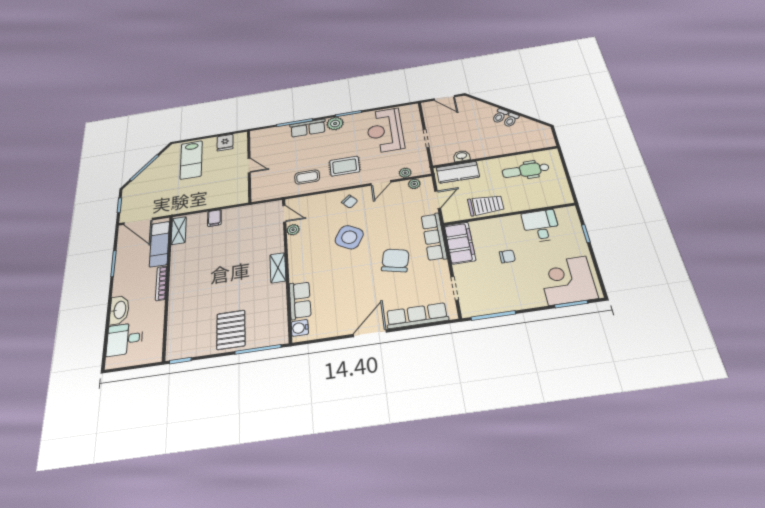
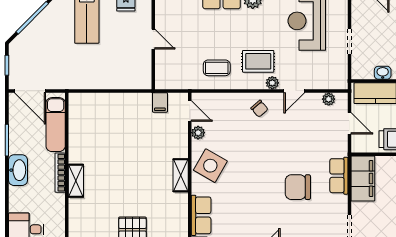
plant: (405, 173) -> (272, 83), moved
door: (438, 200) -> (349, 123), hinge flipped
filing cabinet: (214, 218) -> (160, 102), moved
shelving: (179, 231) -> (76, 181), moved
side table: (349, 237) -> (210, 166), moved
row of seats: (434, 237) -> (339, 176), width x0.68
chair: (395, 260) -> (298, 187), turned -103
washbasin: (119, 310) -> (18, 170), moved

